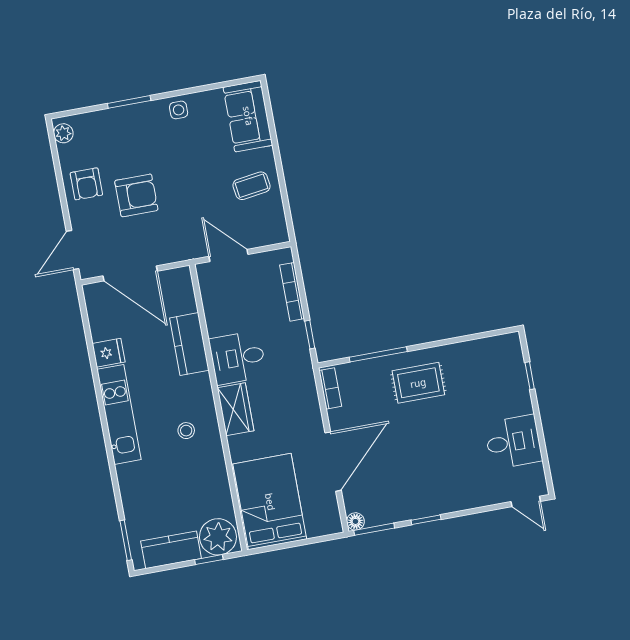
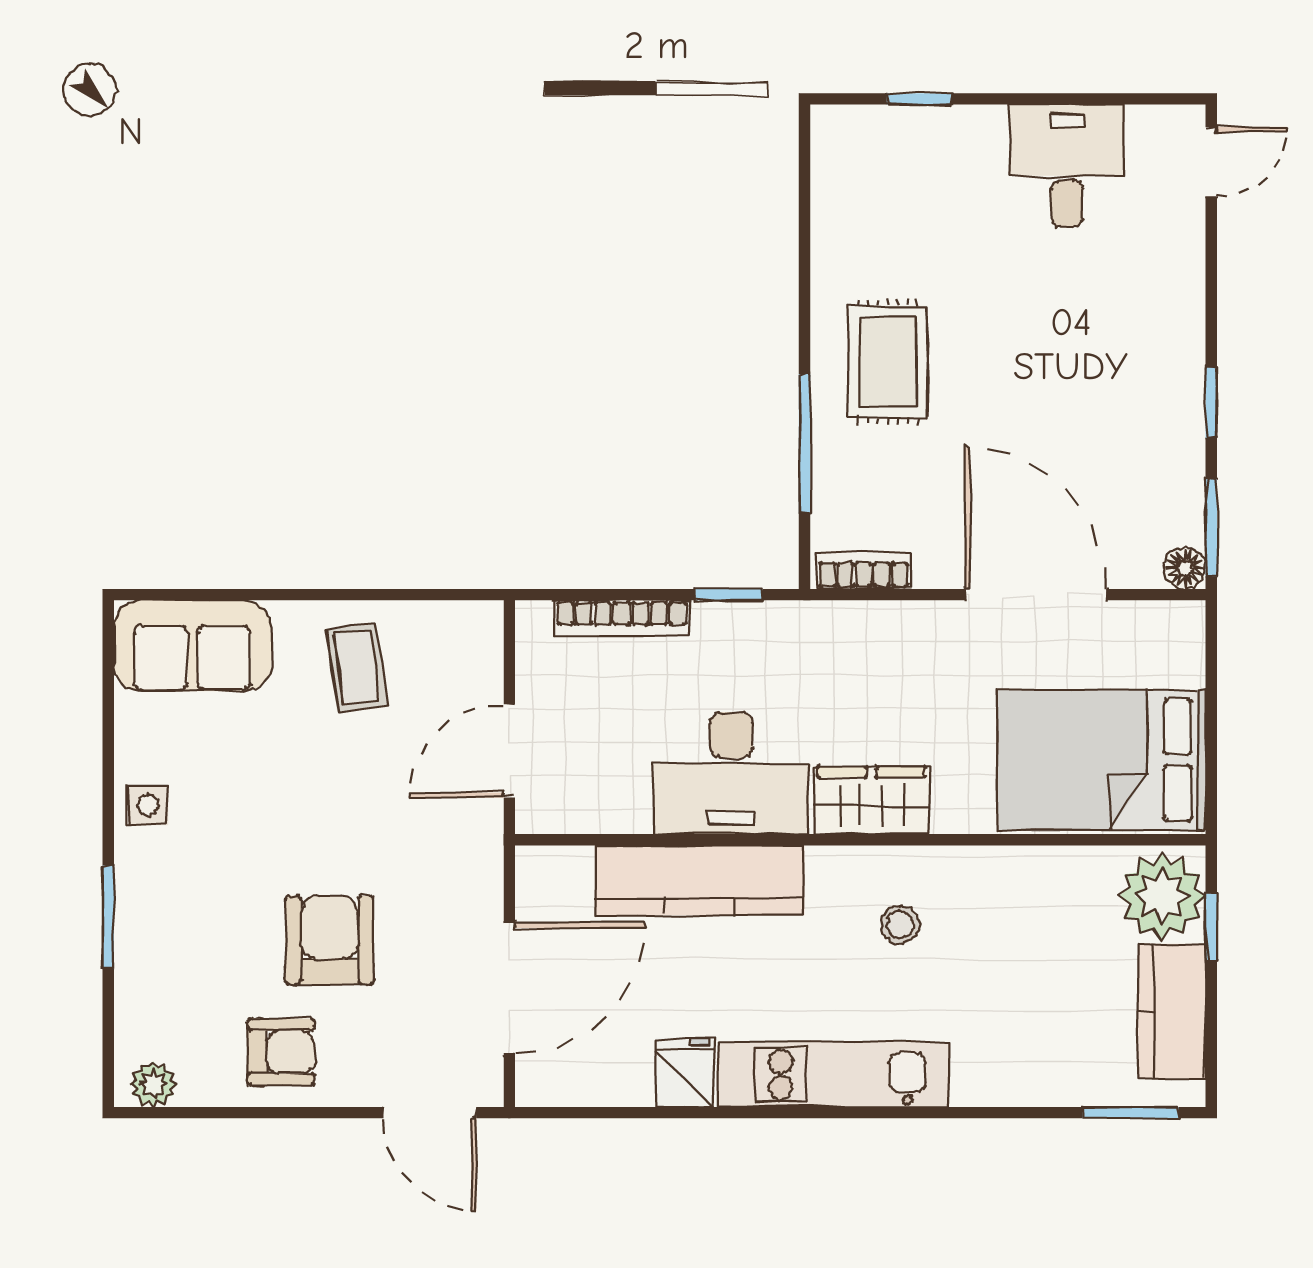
kitchen counter: (189, 344) -> (700, 880), width x1.50
desk: (238, 358) -> (731, 773), width x1.37

